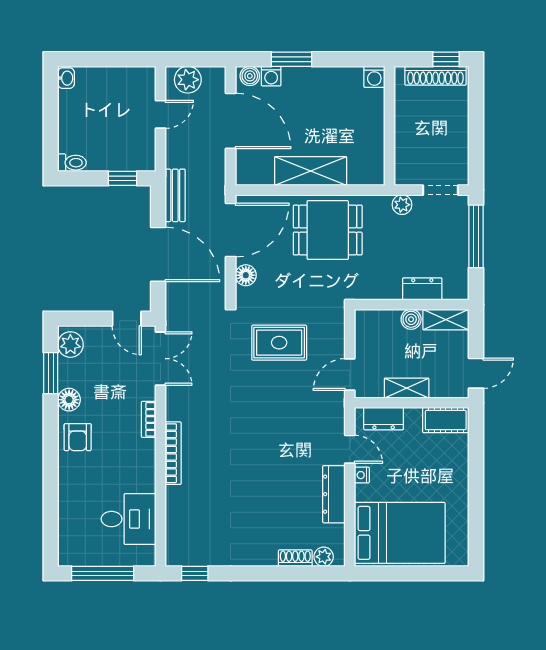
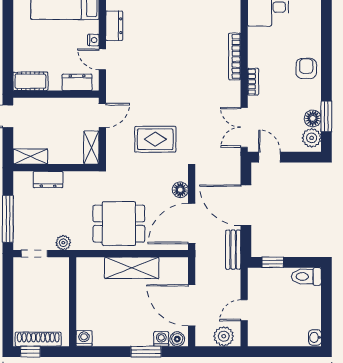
toilet: (72, 163) -> (306, 277), width x1.37, depth x1.39
boiler: (411, 319) -> (56, 157), removed
shelving: (407, 388) -> (91, 148), moved, turned 90
floor lamp: (69, 400) -> (313, 118), moved
dresser: (334, 494) -> (114, 26), width x0.70

